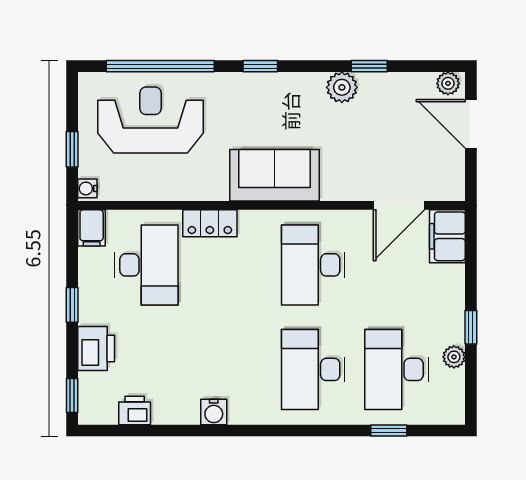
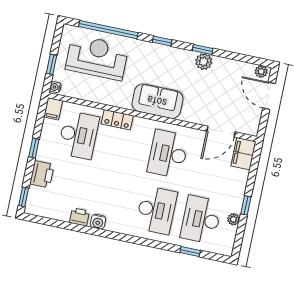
window: (369, 66) -> (203, 50), moved
desk: (313, 369) -> (156, 210), turned 180
printer: (135, 410) -> (79, 217), moved

